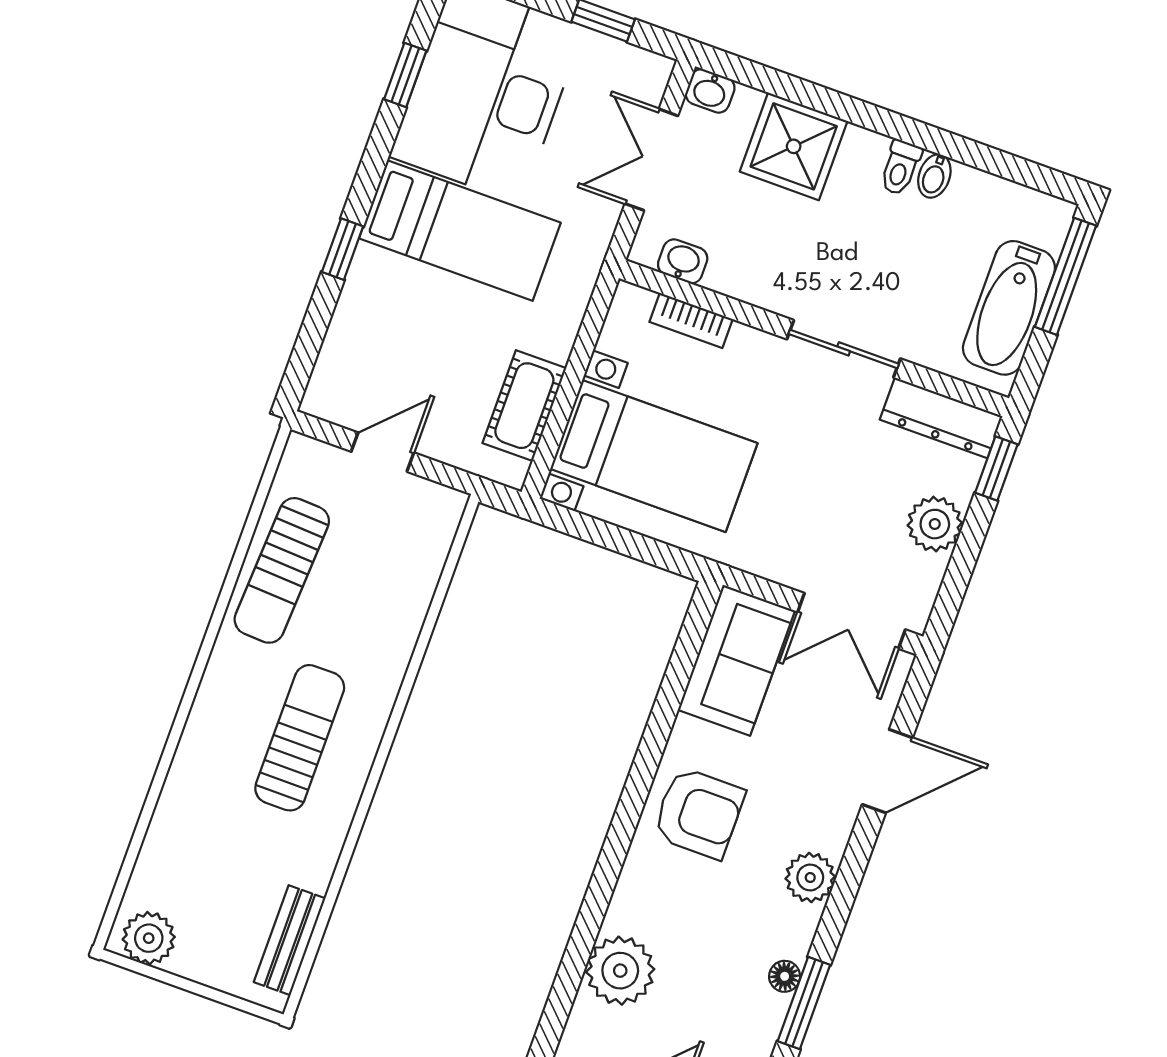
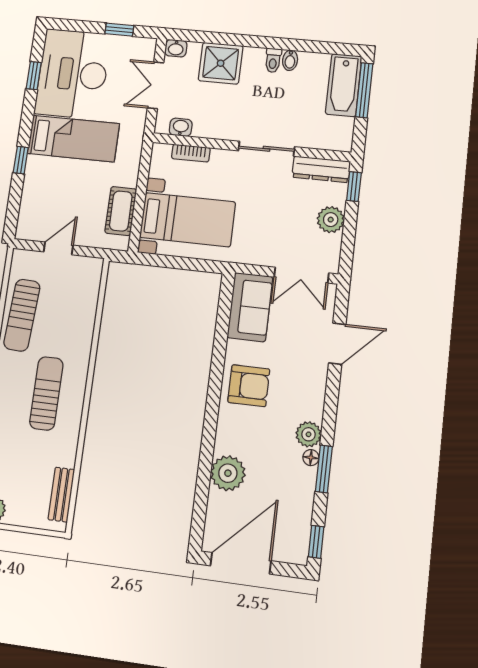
bathtub: (1009, 308) -> (344, 85), moved
plant: (810, 878) -> (308, 434), moved

